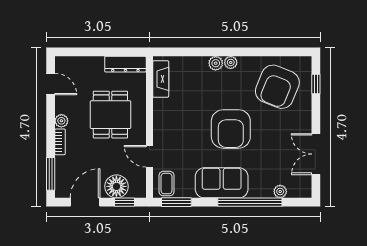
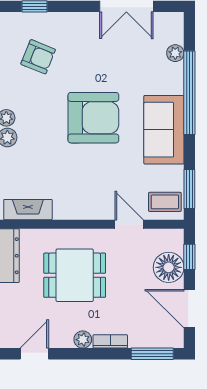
armchair: (277, 87) -> (38, 57), width x0.53, depth x0.53
door: (149, 156) -> (129, 224), swing flipped

